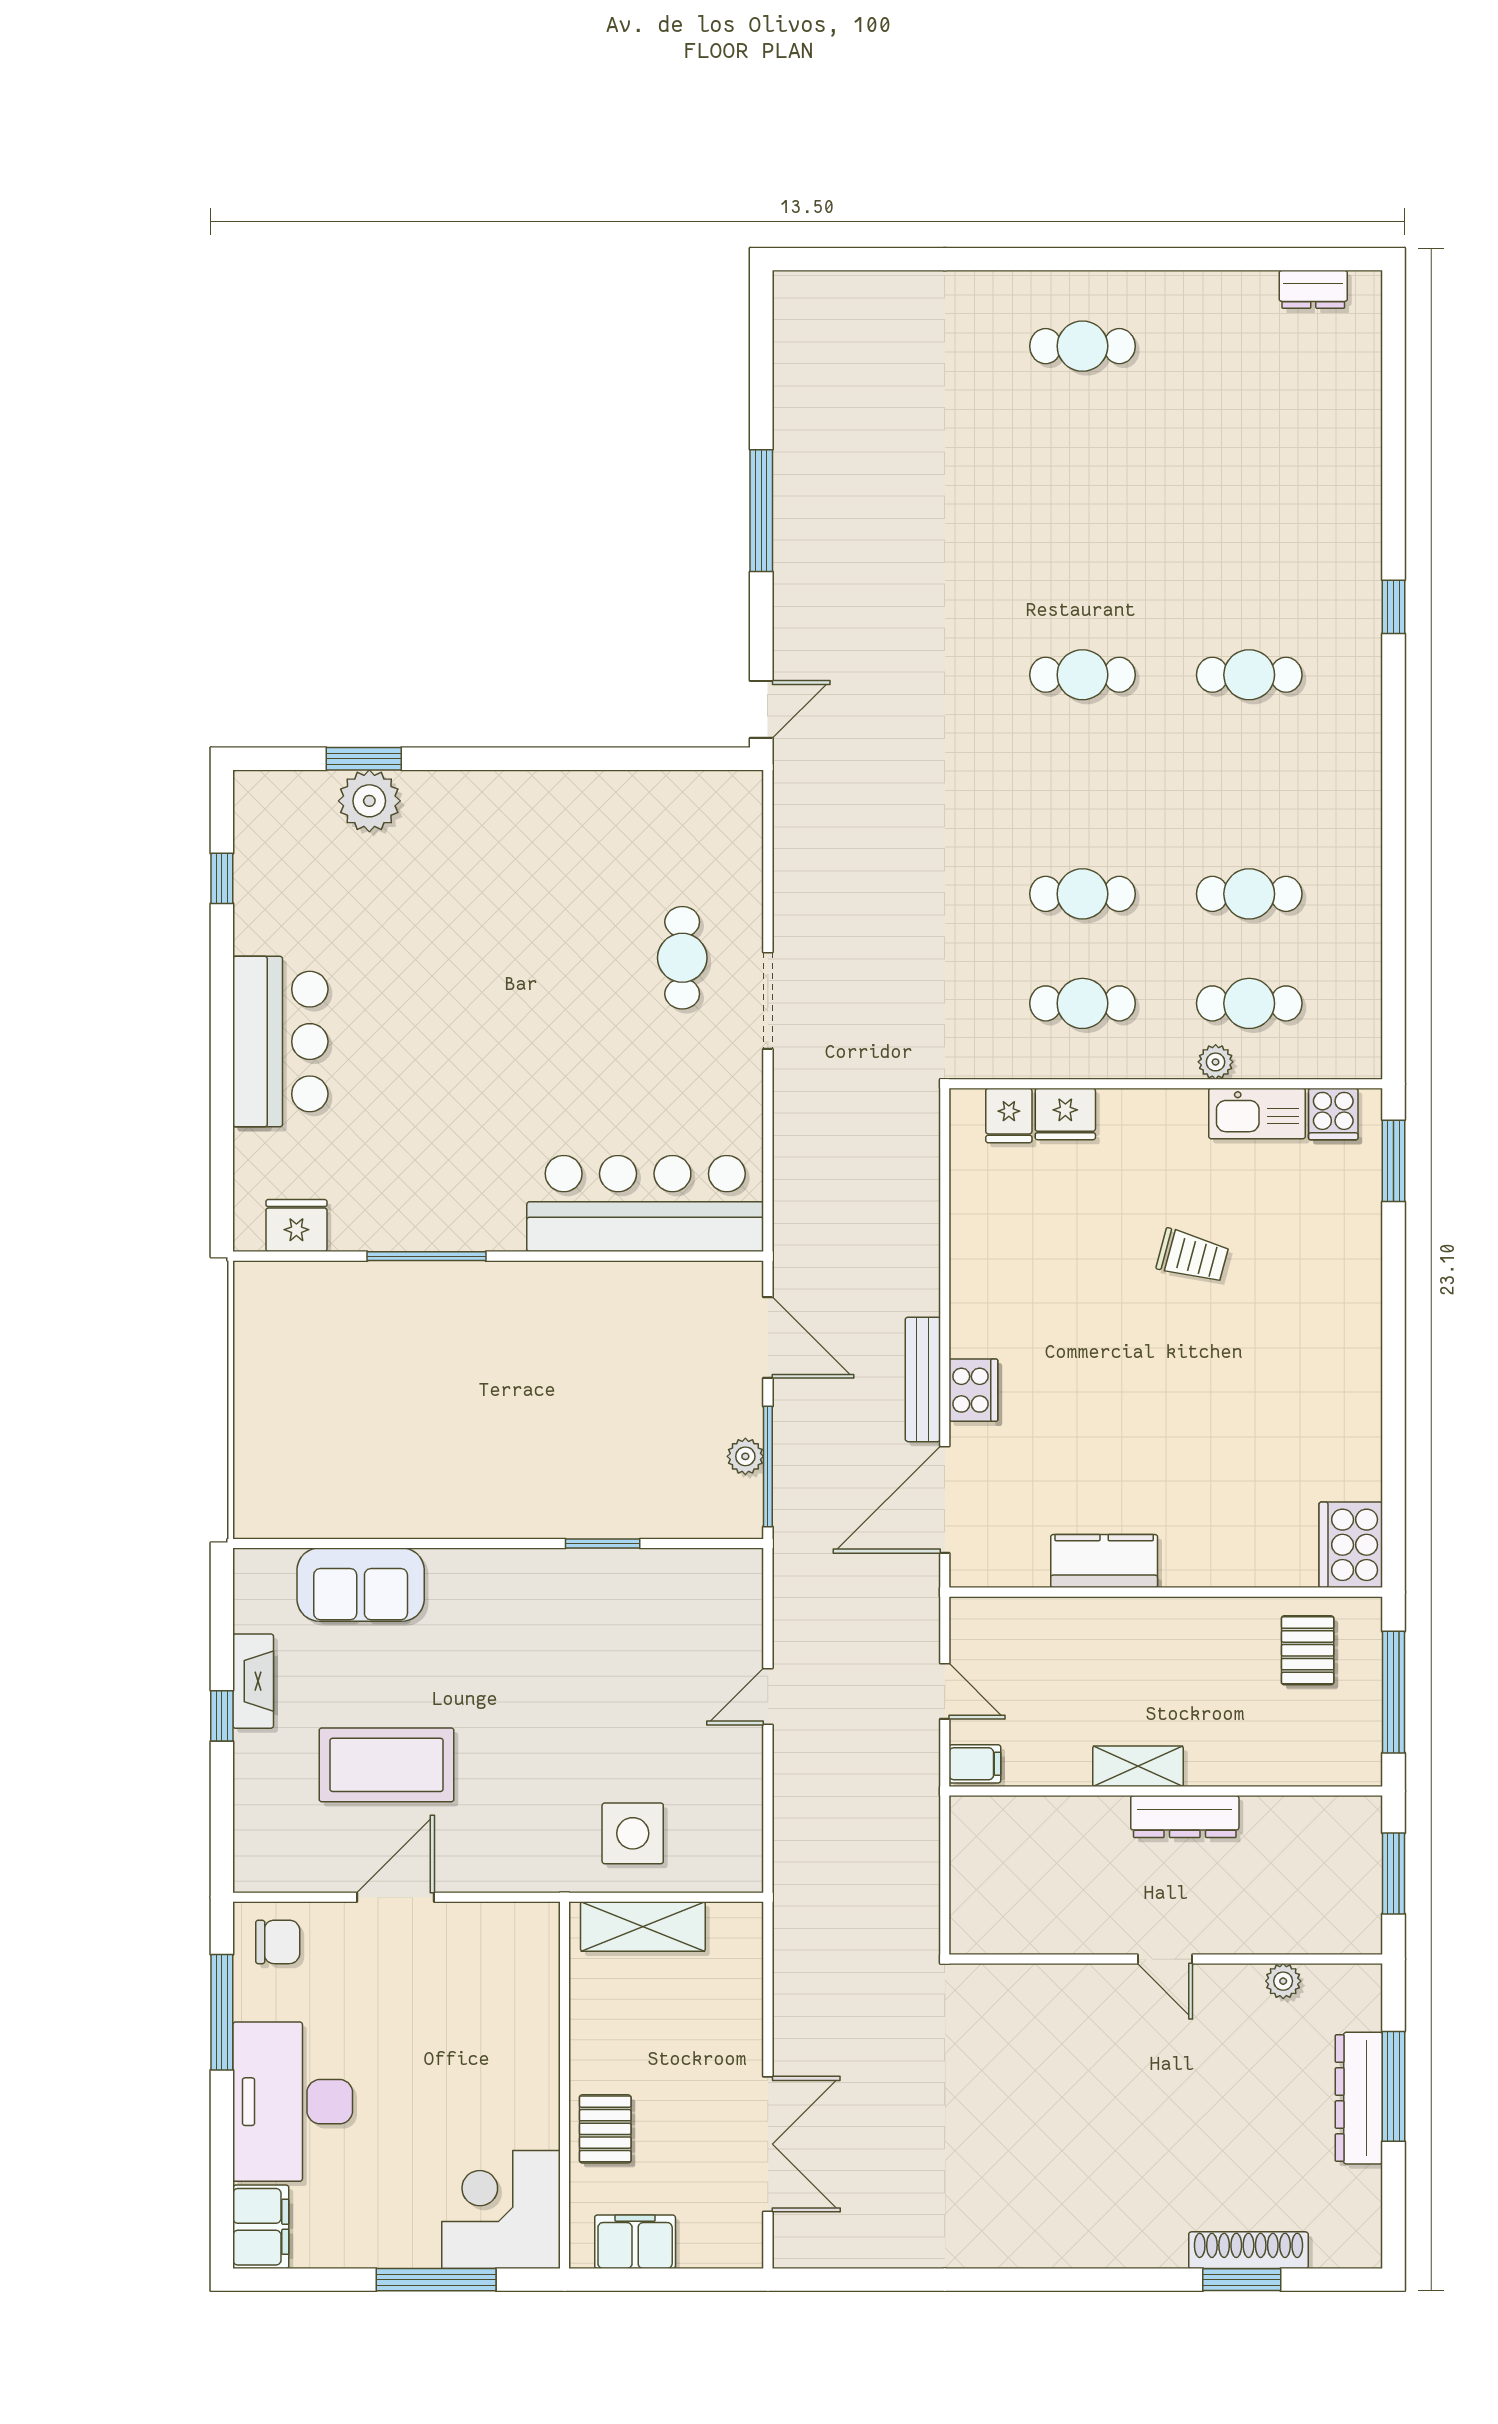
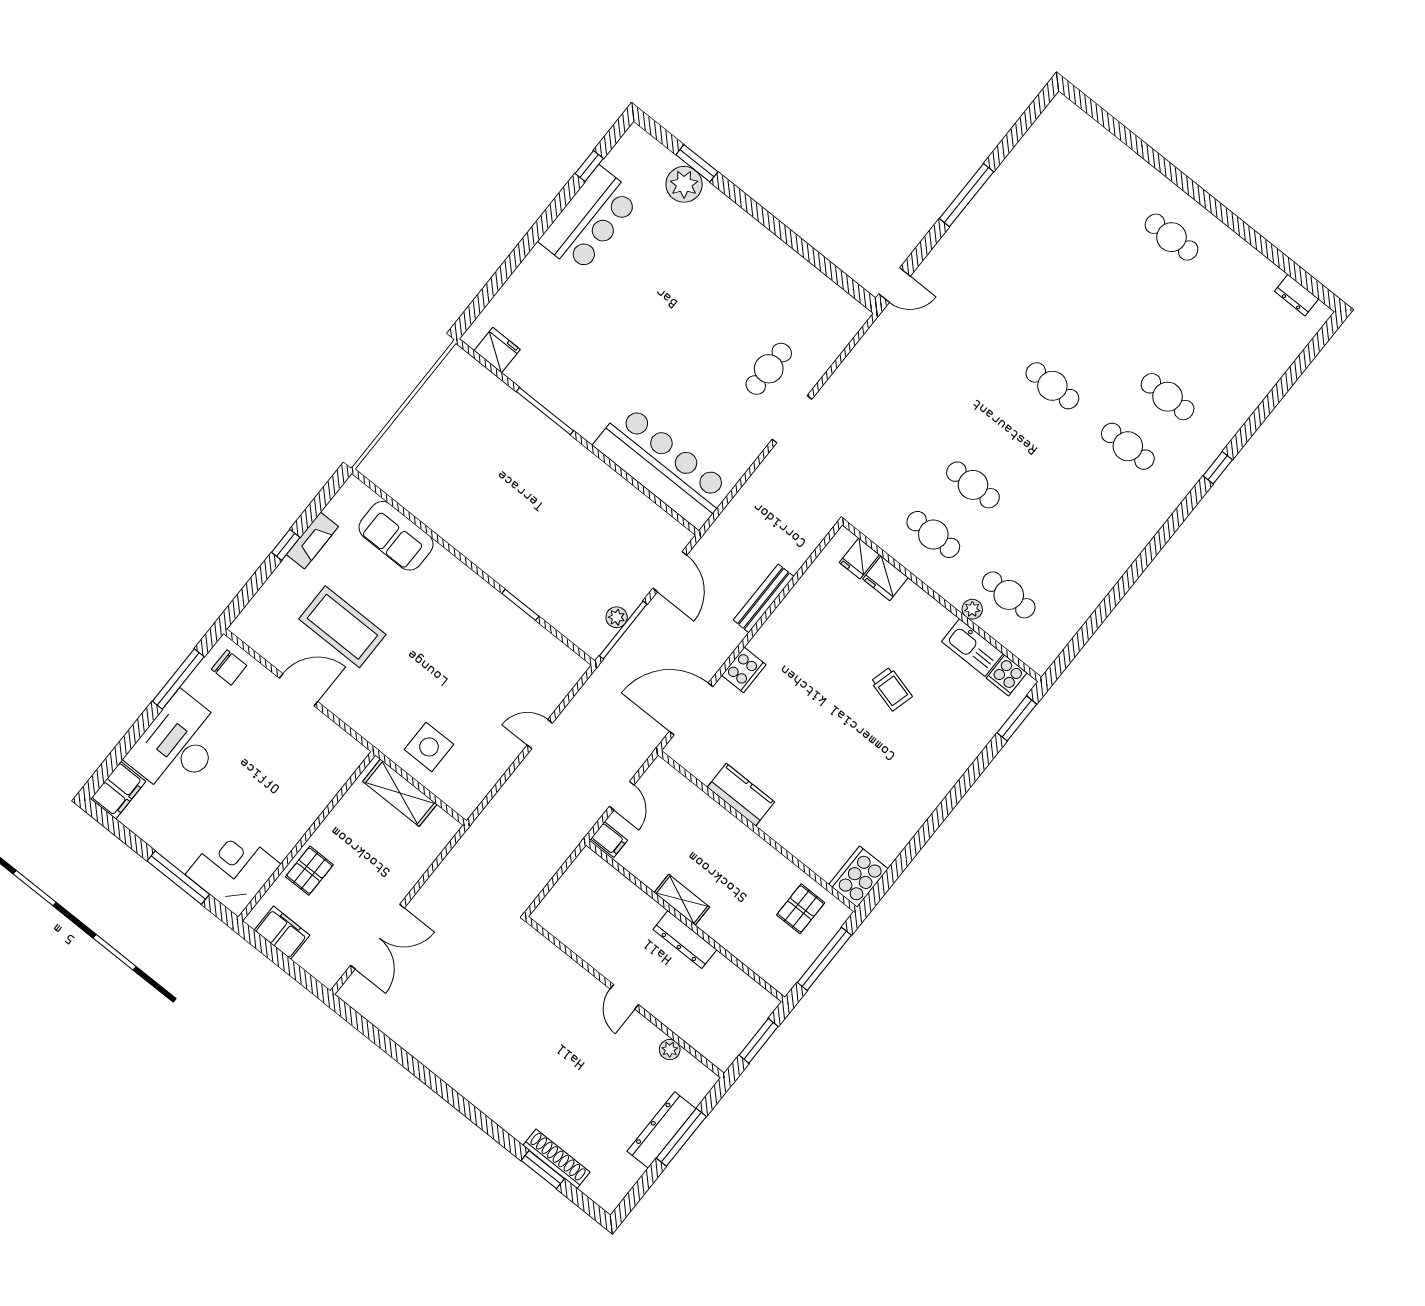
cafe table: (1249, 894) -> (1168, 397), moved
bar counter: (280, 1042) -> (589, 220), moved
bench: (923, 1379) -> (764, 598), moved

